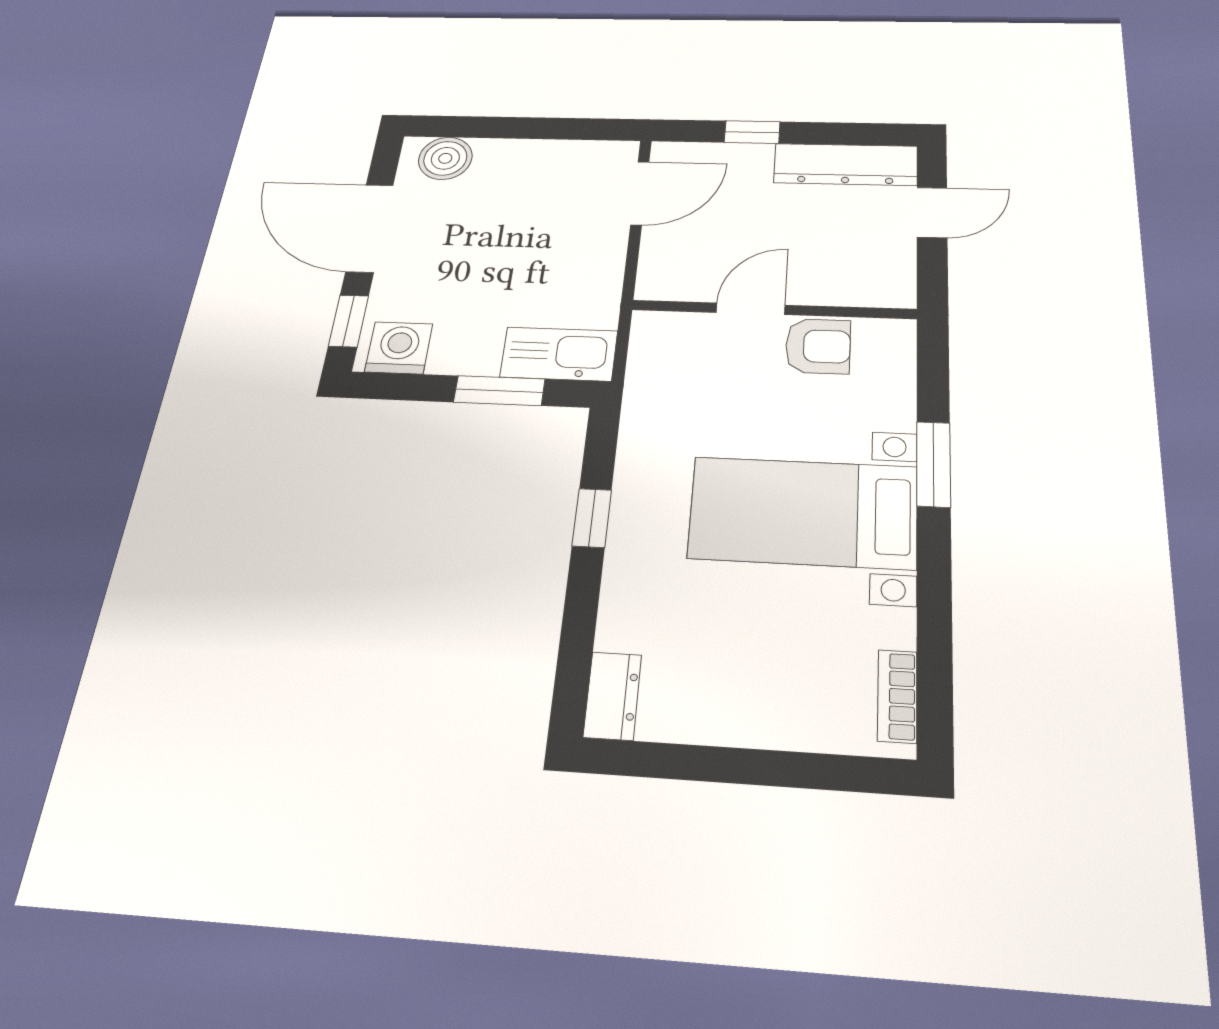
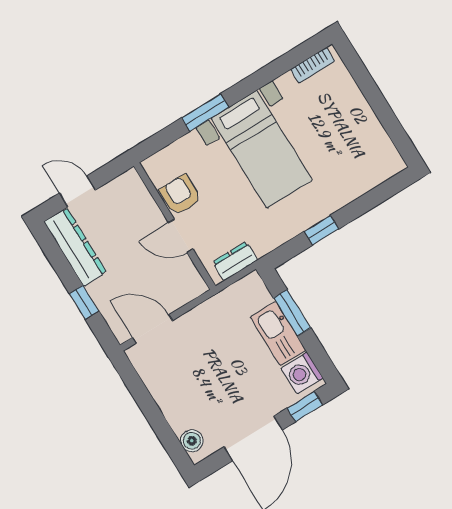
boiler: (445, 158) -> (192, 441), width x0.73, depth x0.73
kitchen sink: (559, 354) -> (278, 334), moved
dresser: (613, 696) -> (235, 261), moved

